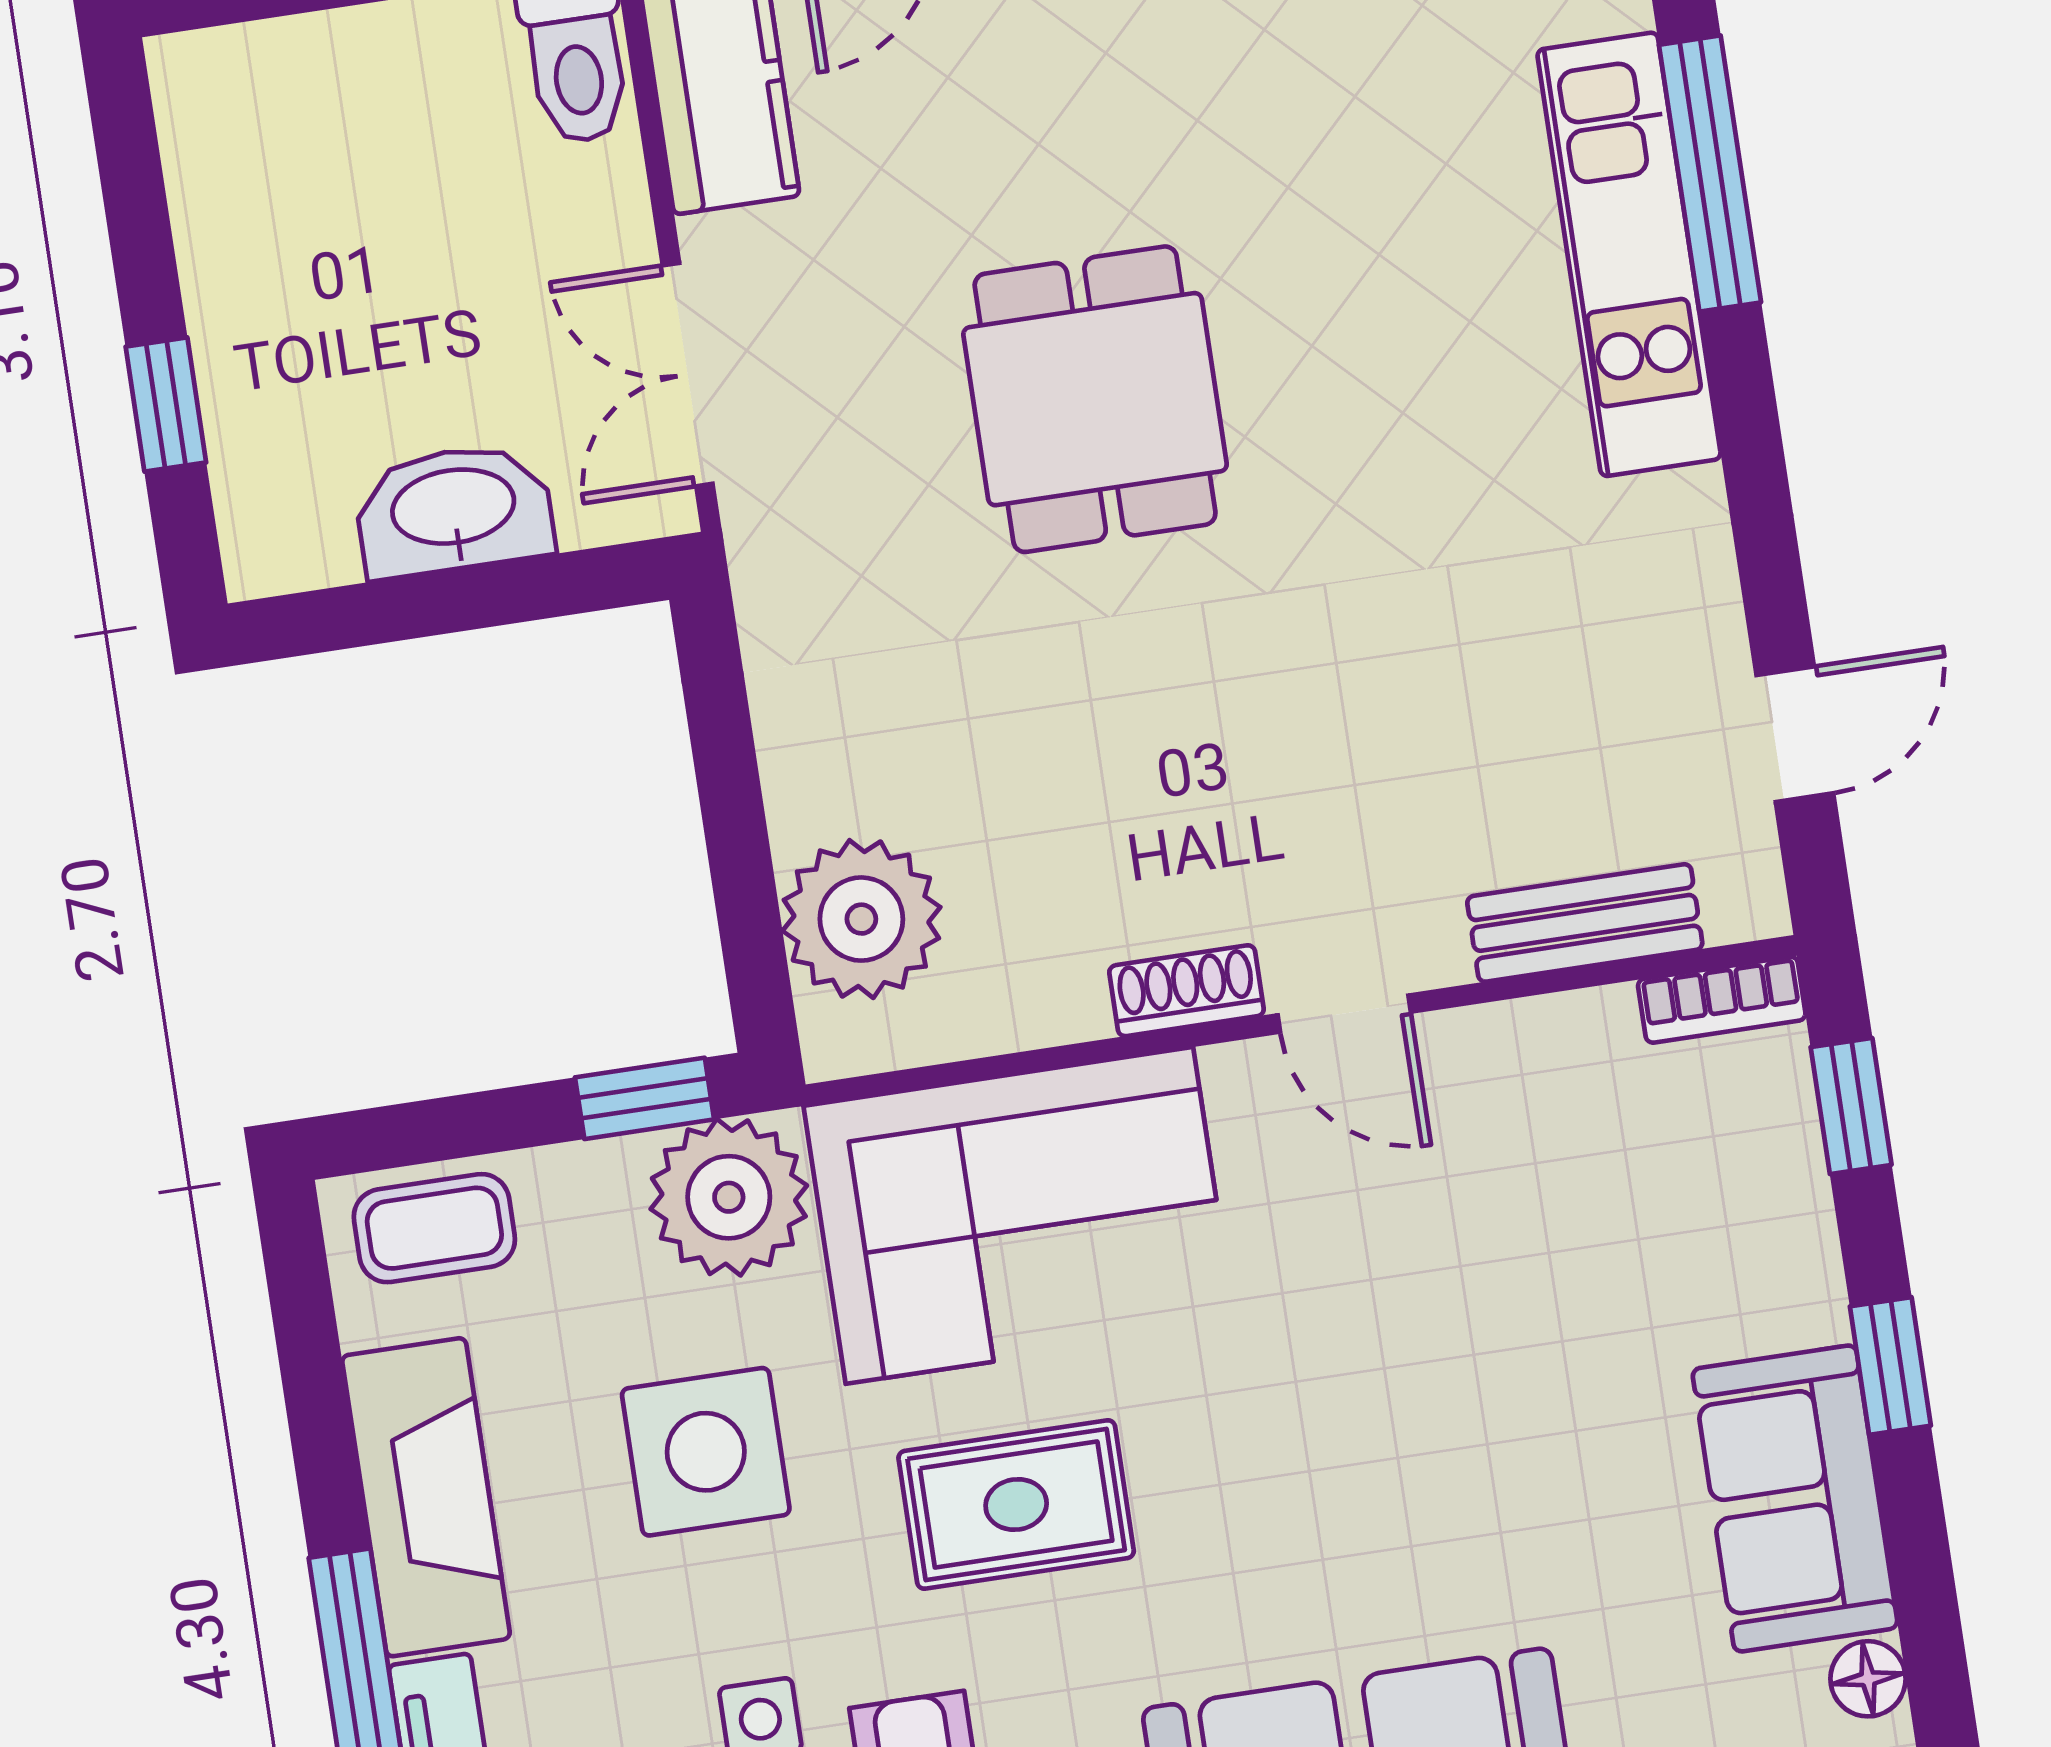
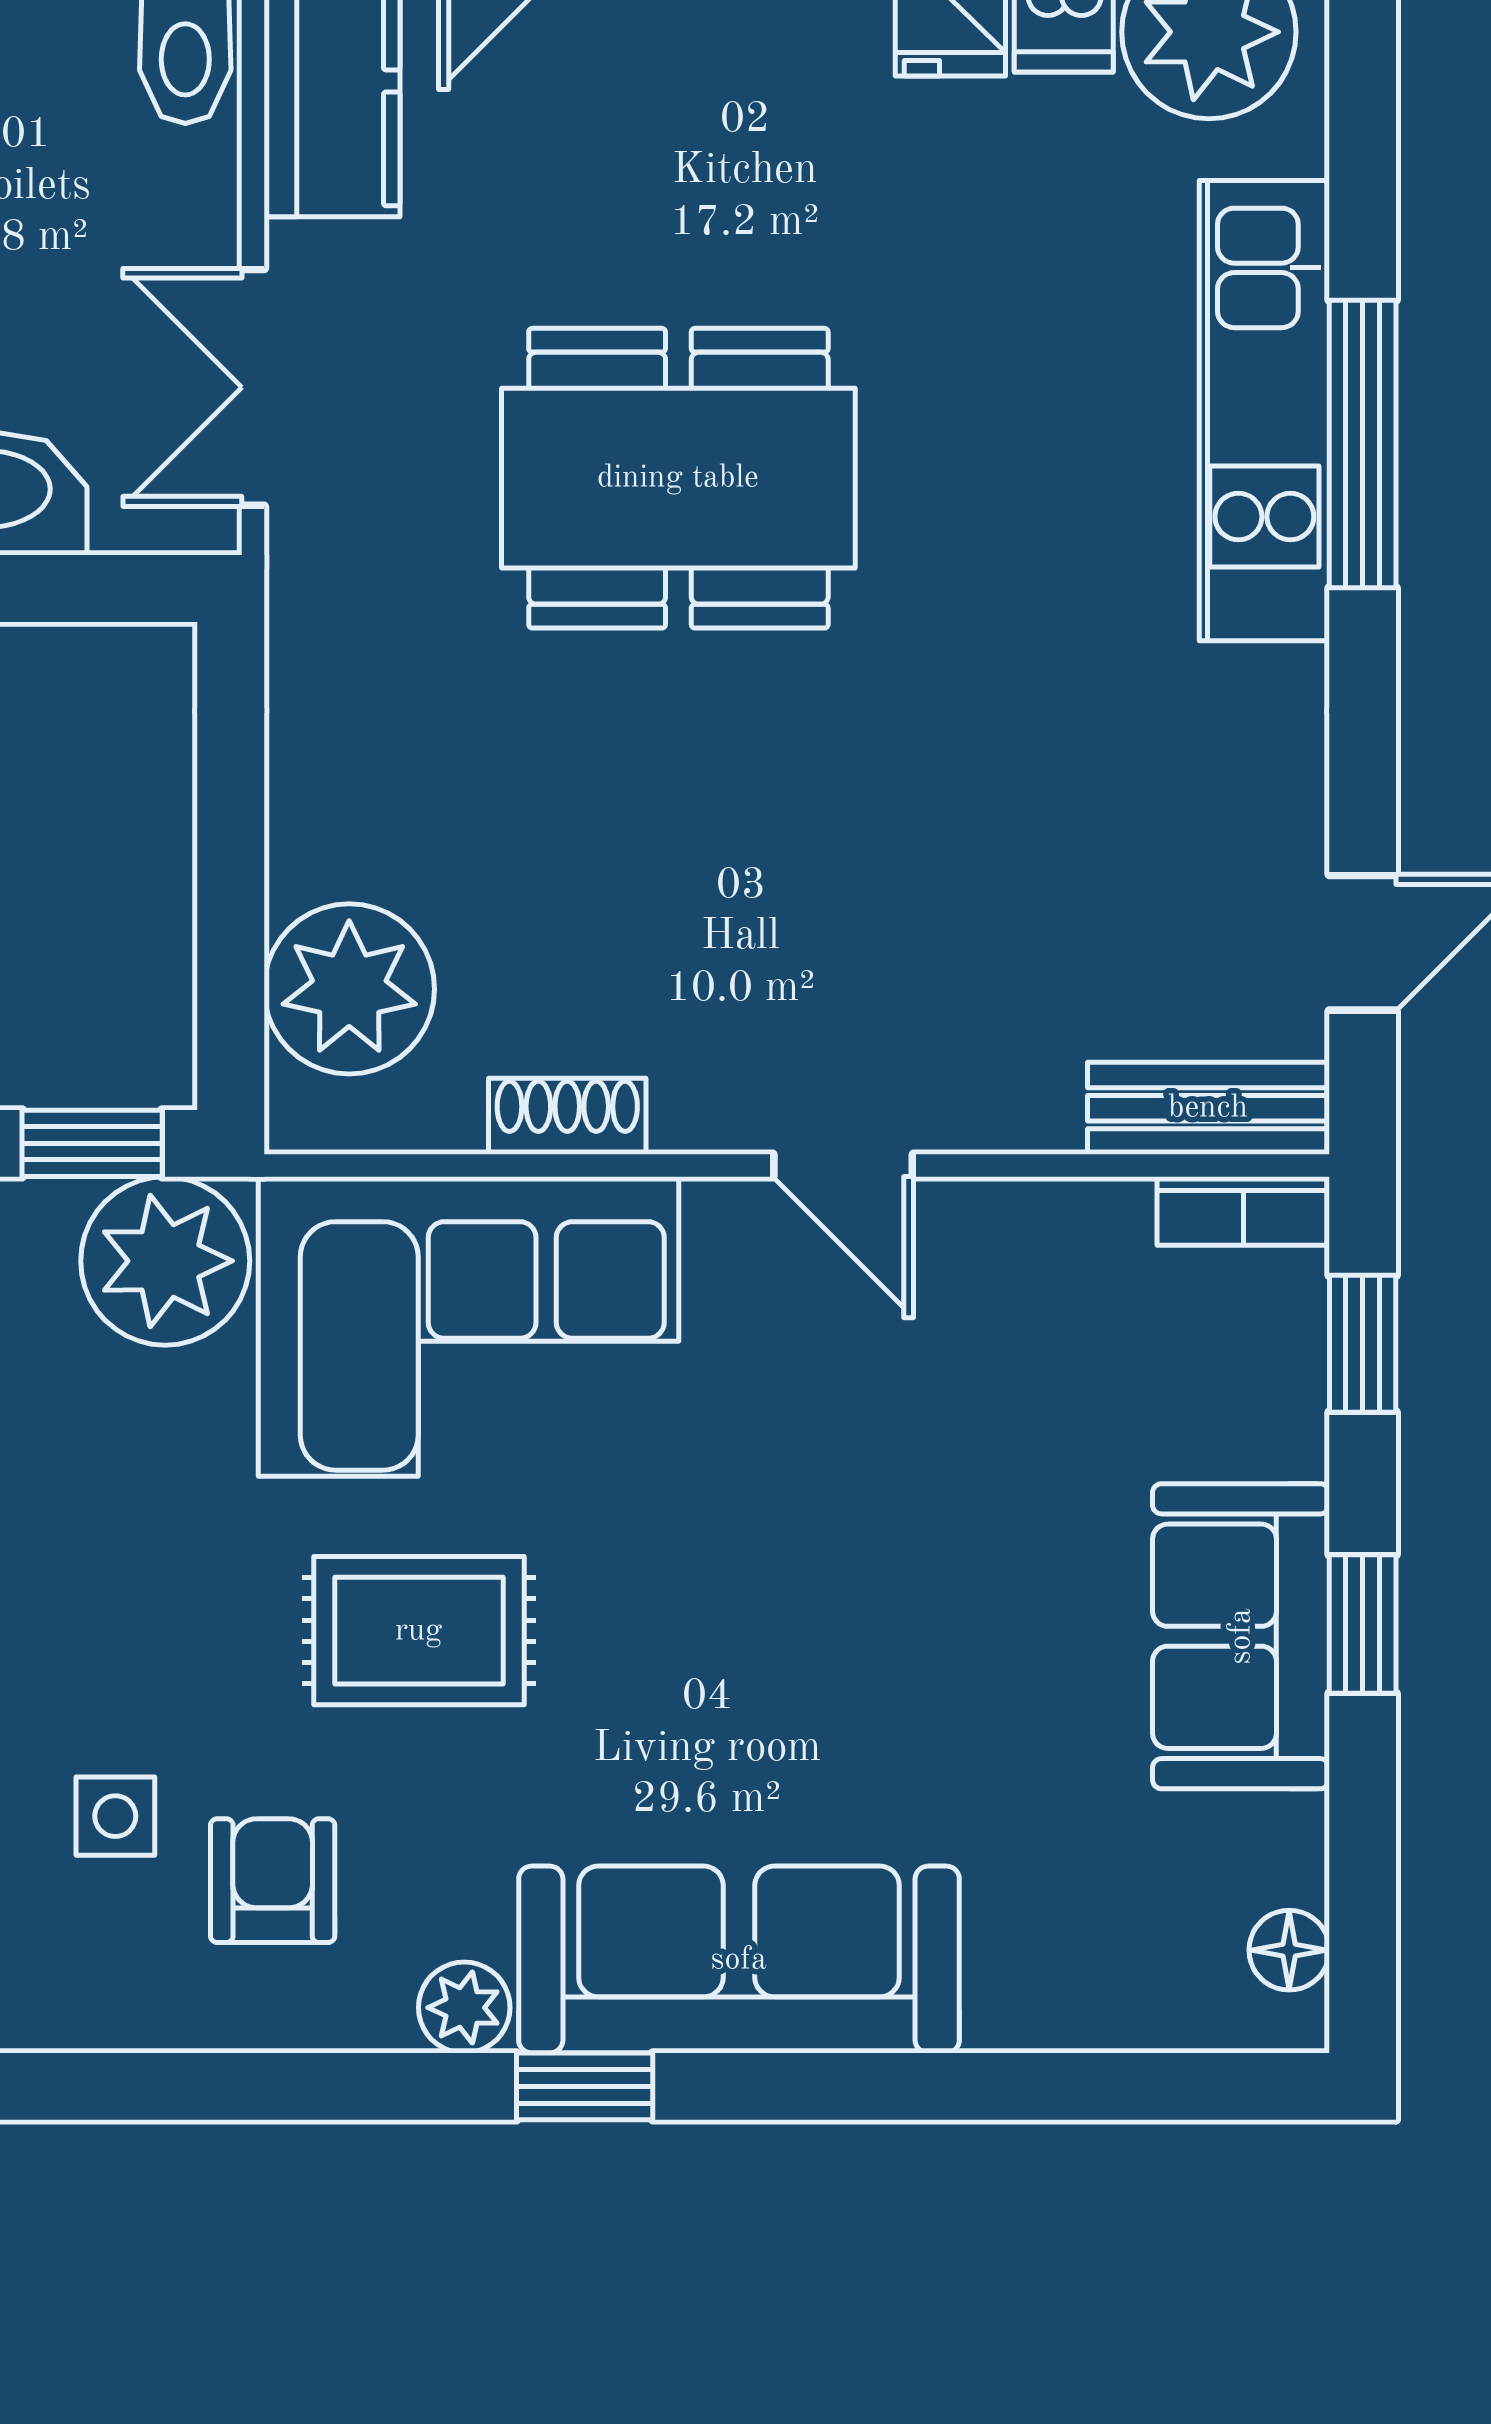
window: (1710, 174) -> (1363, 444), moved
dining table: (1095, 399) -> (678, 478), width x1.38
bench: (1585, 923) -> (1208, 1108), moved
shoe rack: (1186, 991) -> (567, 1116), moved
side table: (706, 1452) -> (100, 1526), removed
sofa: (1795, 1498) -> (1241, 1636), moved

